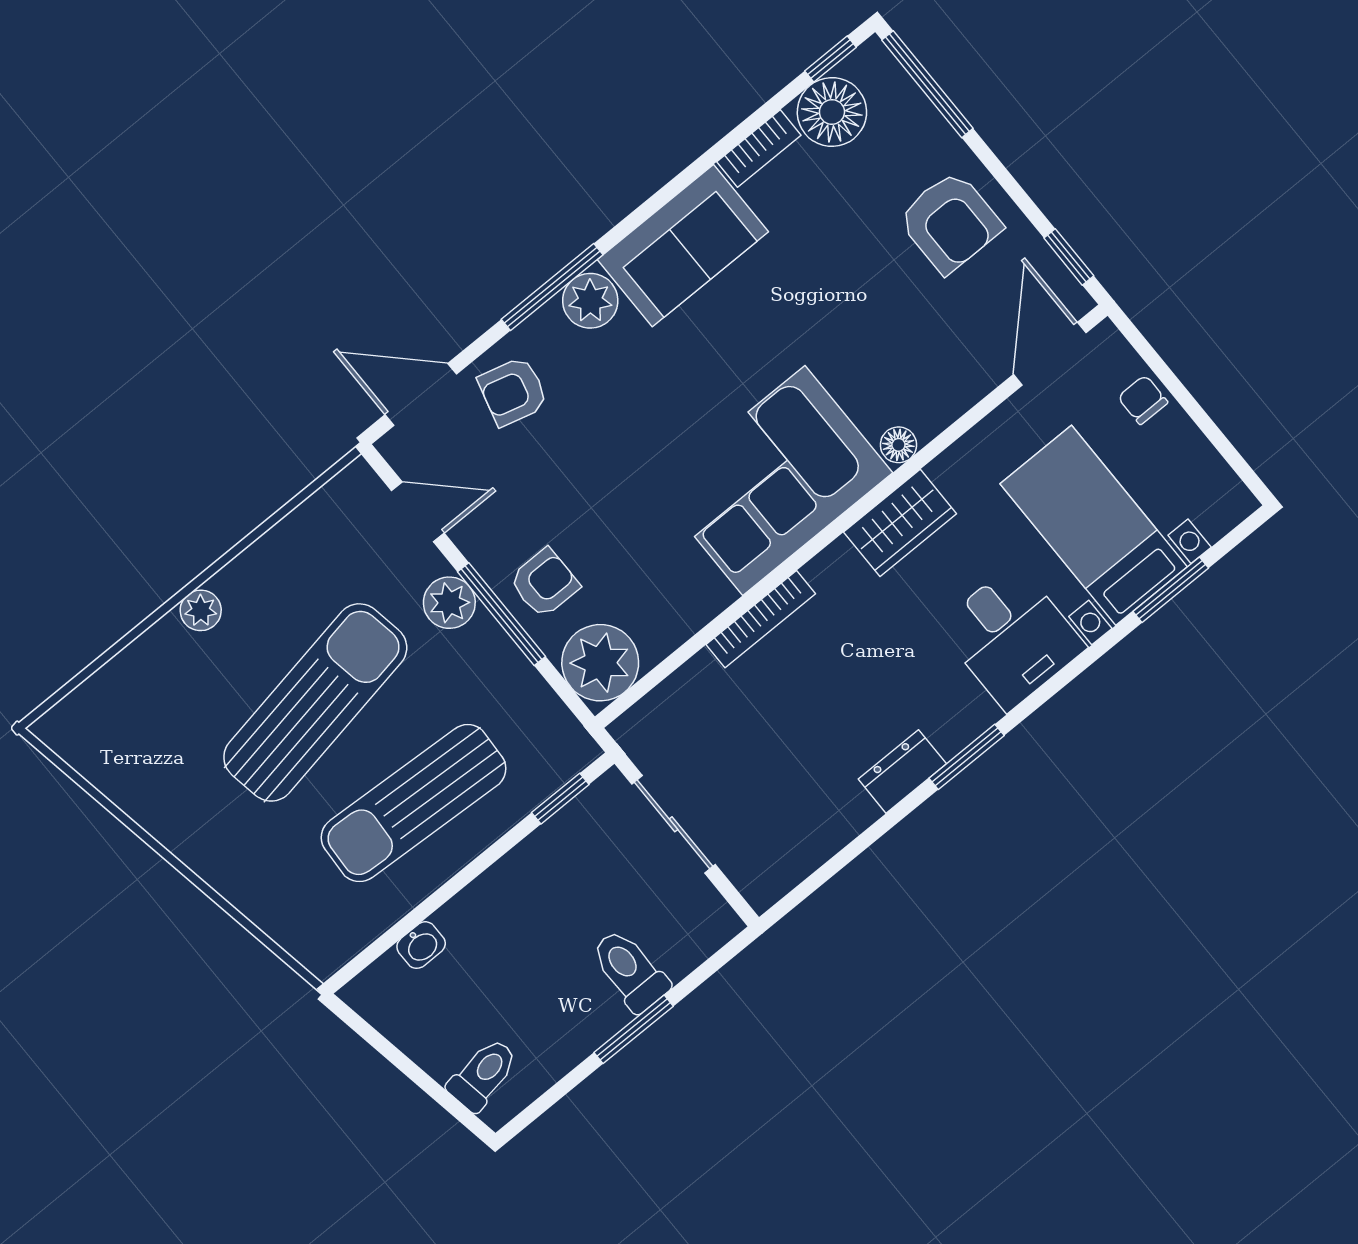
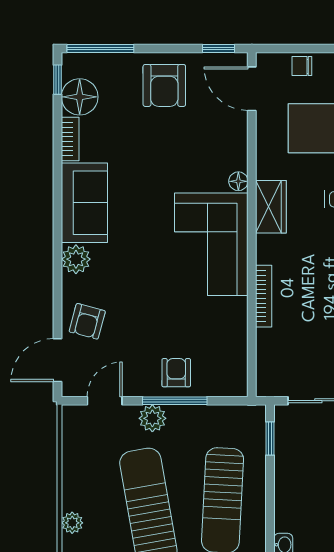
armchair: (950, 222) -> (164, 85), turned 90
window: (552, 287) -> (58, 270), removed
plant: (600, 663) -> (228, 377), removed

